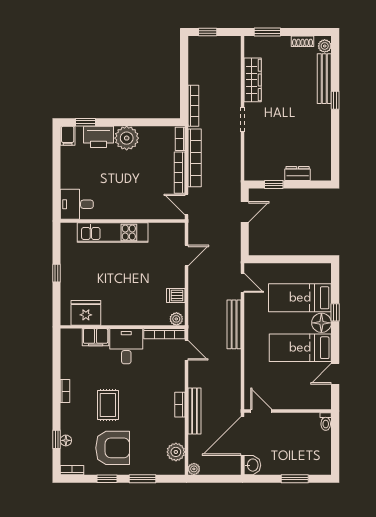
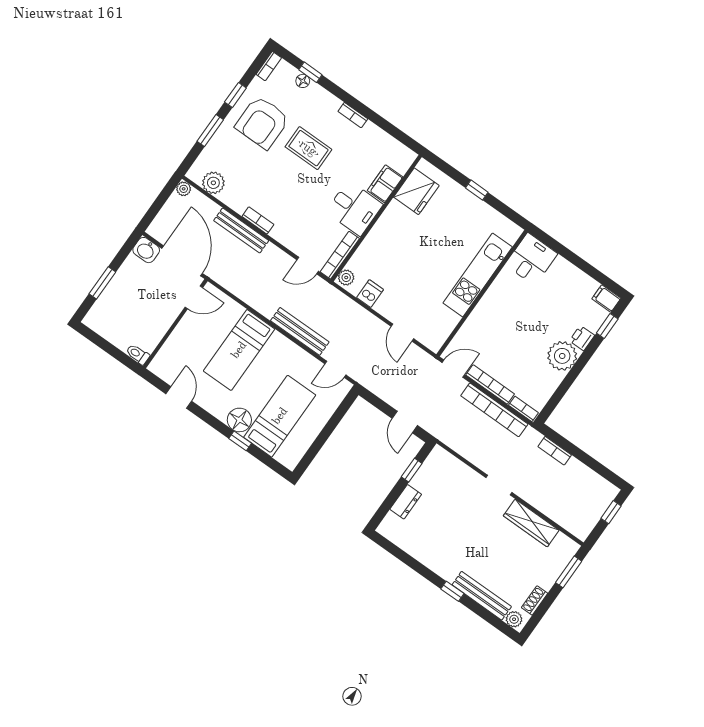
bookcase: (193, 106) -> (555, 451), width x0.64
printer: (99, 137) -> (582, 338), width x0.53, depth x0.68
bed: (300, 348) -> (239, 350), moved, turned 180

